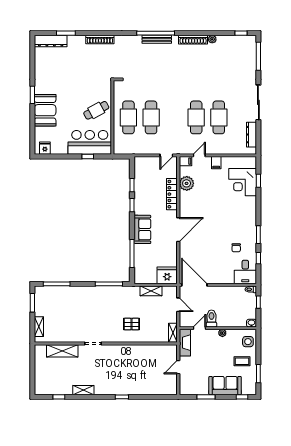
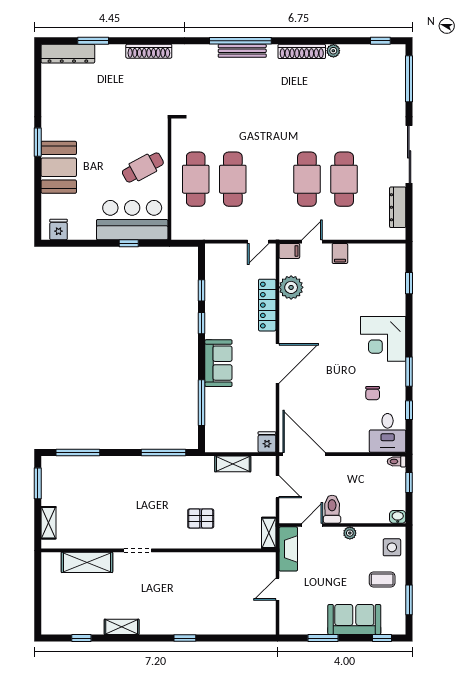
corner desk: (243, 182) -> (383, 339), moved
fridge: (167, 275) -> (267, 442), width x0.53, depth x0.75

